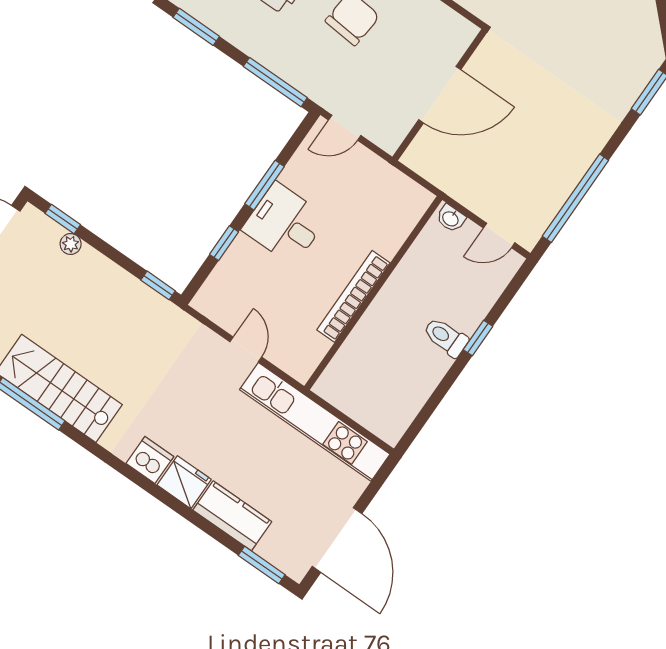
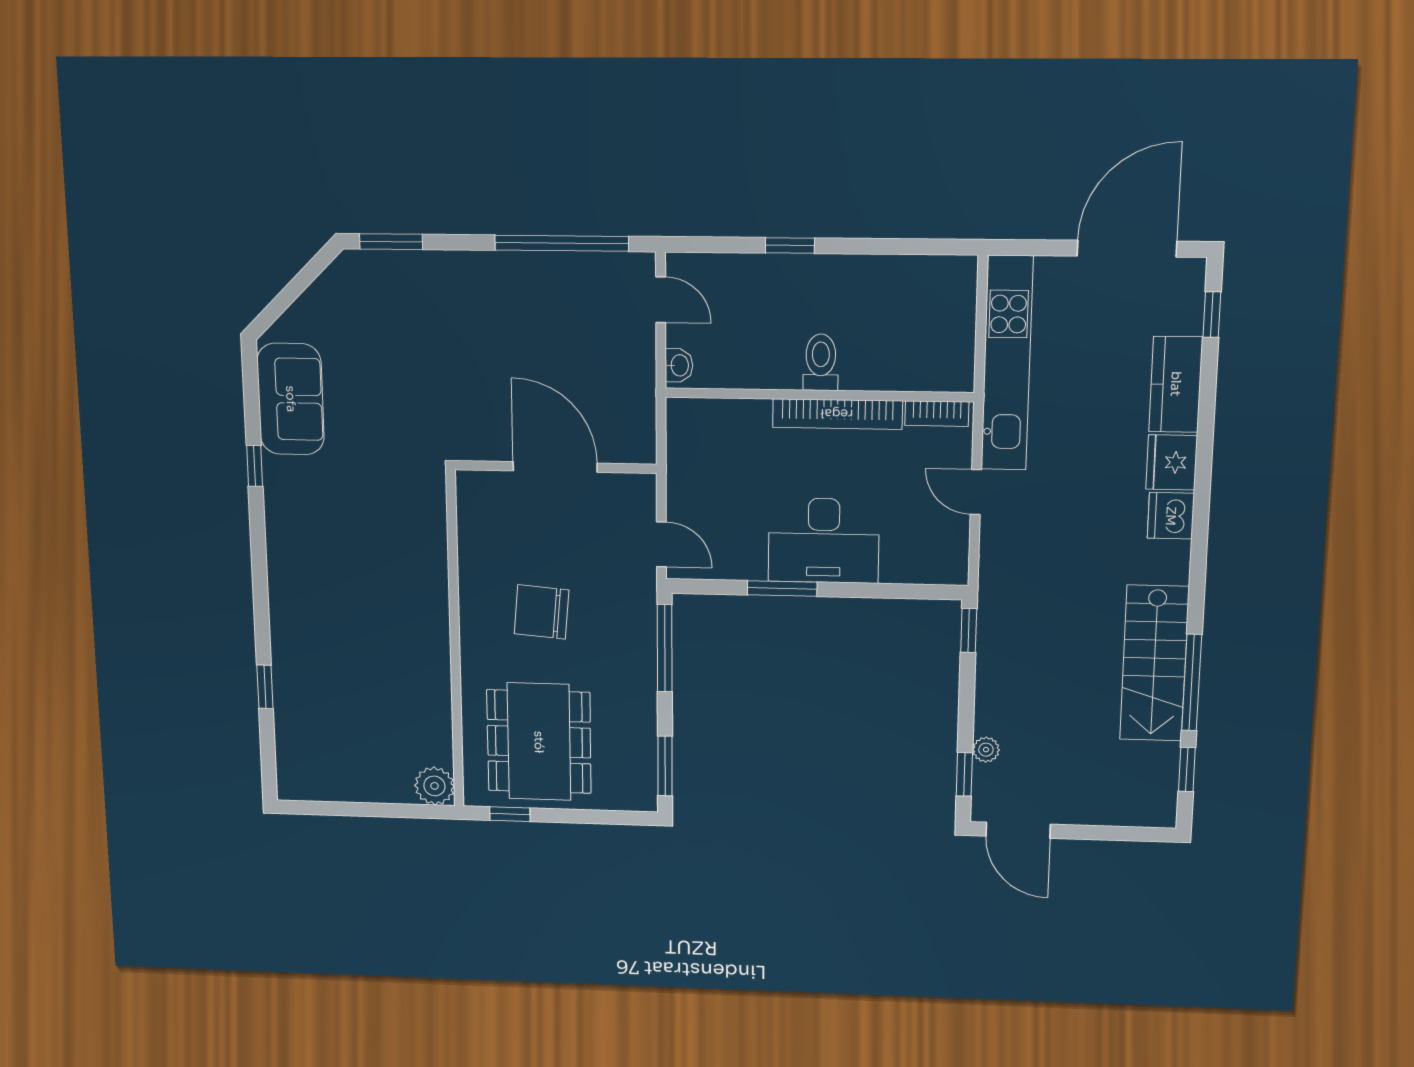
desk: (285, 224) -> (824, 541), width x1.37
window: (224, 243) -> (875, 591), removed
toilet: (446, 337) -> (821, 362), moved, turned 180
door: (246, 349) -> (976, 492), hinge flipped
bookcase: (312, 358) -> (937, 414), added
window: (262, 565) -> (1212, 314), width x0.67

